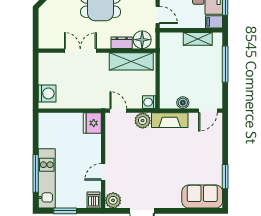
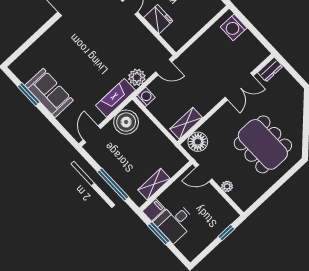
dresser: (122, 43) -> (270, 69), moved
shelving: (131, 61) -> (186, 123), width x0.67, depth x0.75
boiler: (183, 103) -> (126, 122), width x1.86, depth x1.86
fridge: (92, 123) -> (158, 19), moved
sofa: (202, 196) -> (49, 93), moved, turned -90

